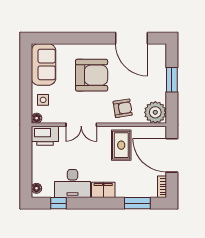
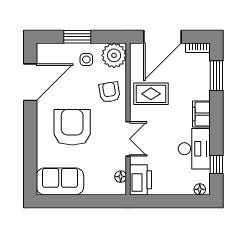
side table: (43, 100) -> (86, 59), moved
floor lamp: (37, 118) -> (121, 177), moved

